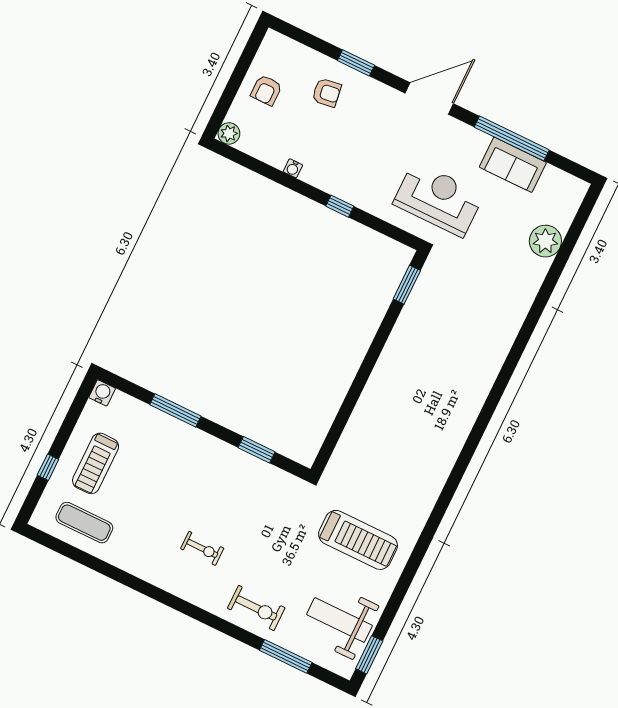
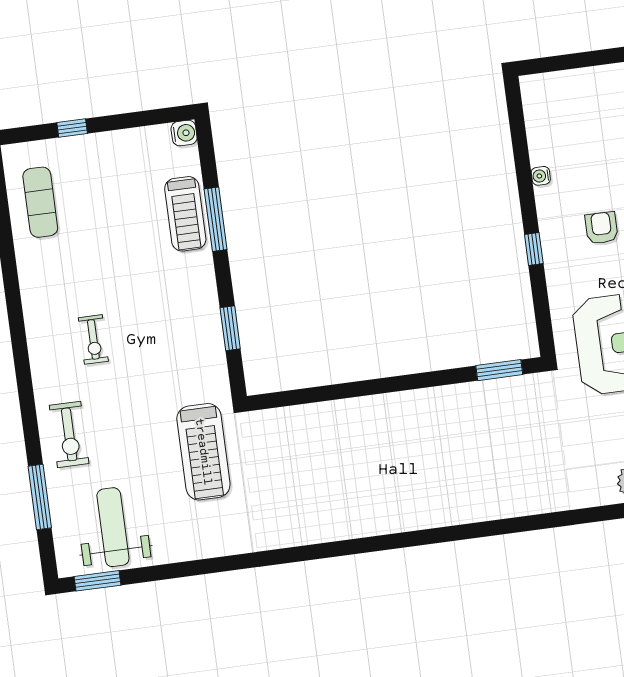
armchair: (266, 90) -> (601, 228), moved, turned 90
plant: (229, 133) -> (533, 87), removed
treadmill: (96, 463) -> (185, 214), moved, turned -90
treadmill: (358, 540) -> (203, 452), moved

